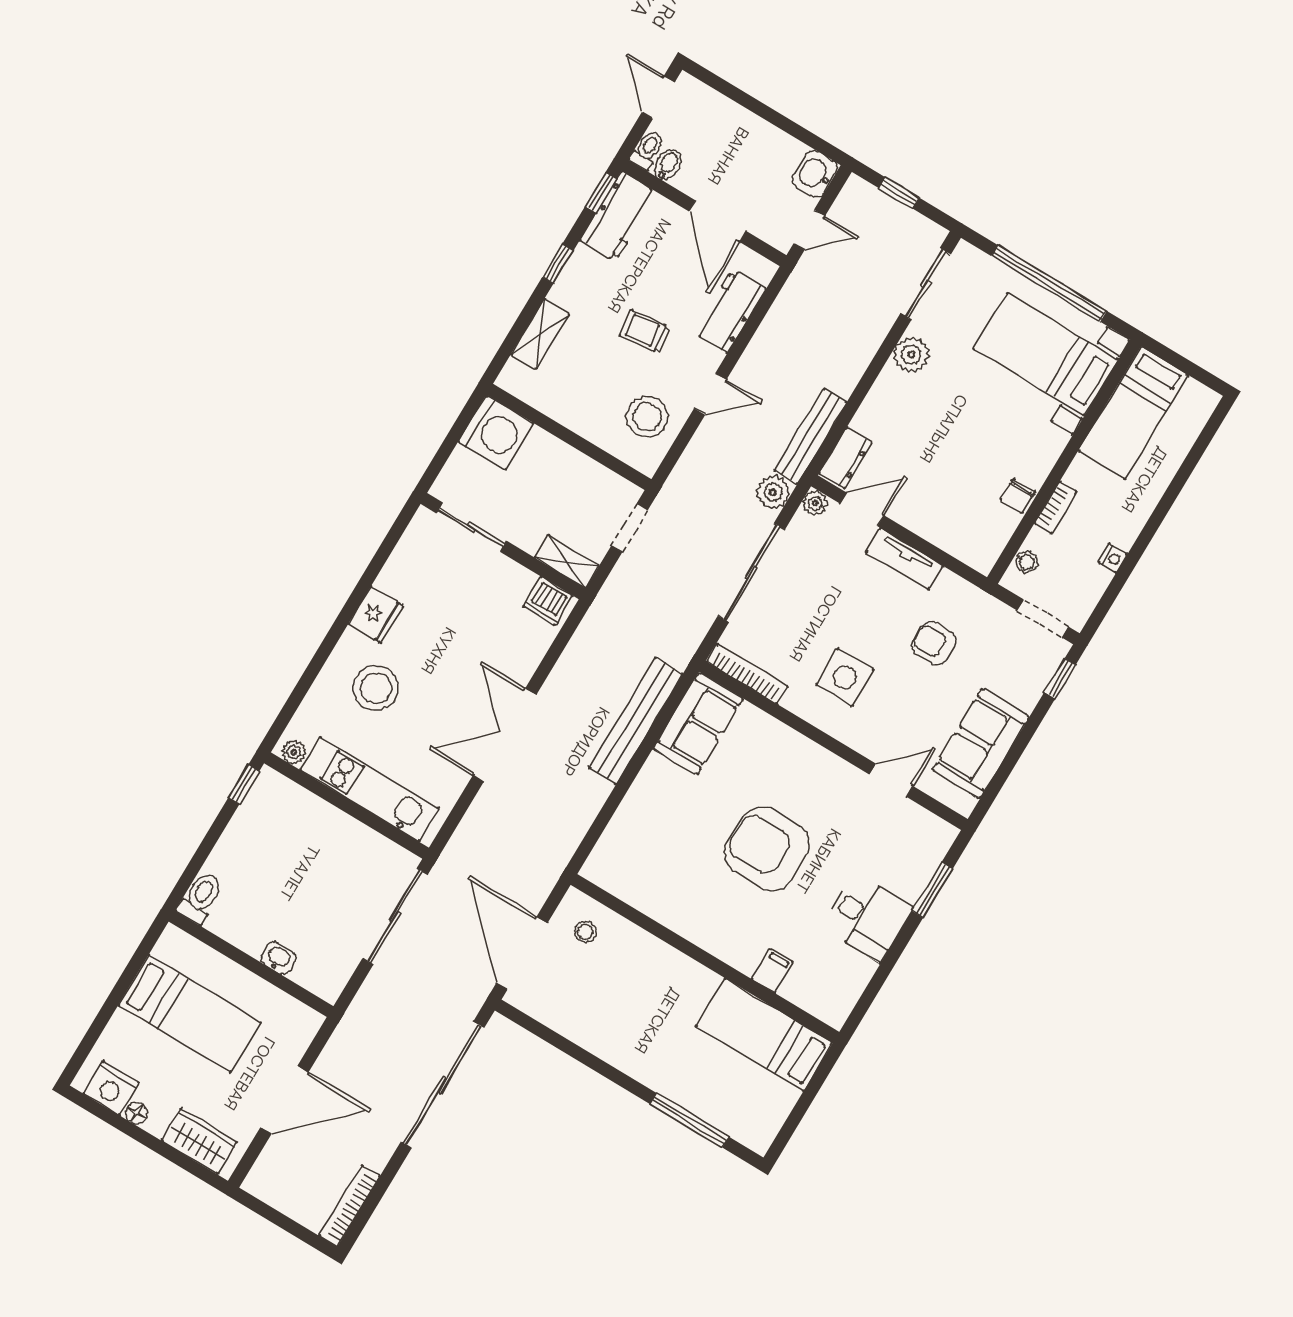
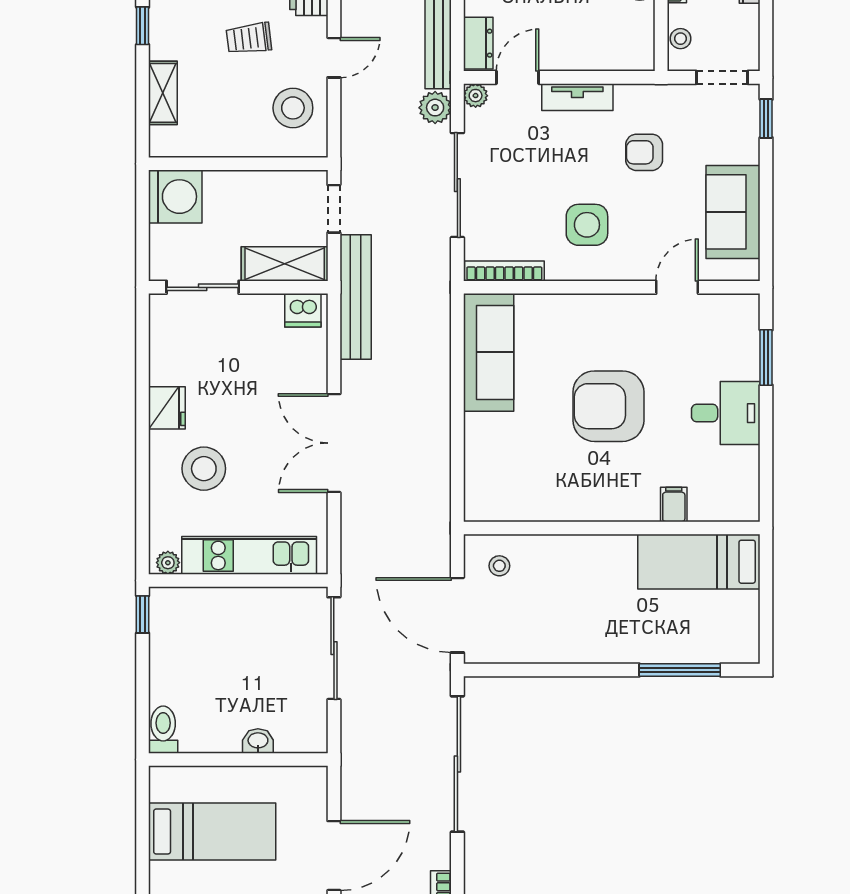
shelving: (567, 562) -> (285, 264), width x1.50, depth x1.33
bench: (636, 721) -> (356, 297), moved
sofa: (698, 724) -> (489, 352), width x1.36

